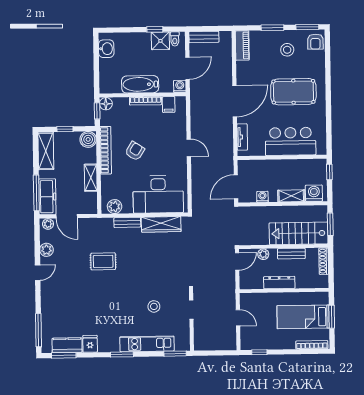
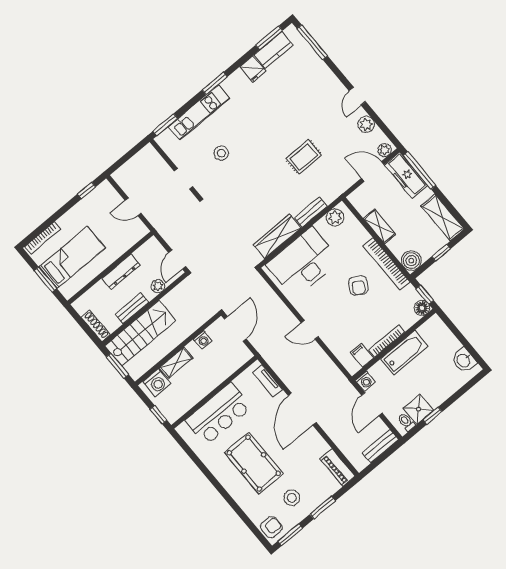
armchair: (315, 42) -> (271, 527), turned 90
pool table: (293, 92) -> (254, 463), turned 90

